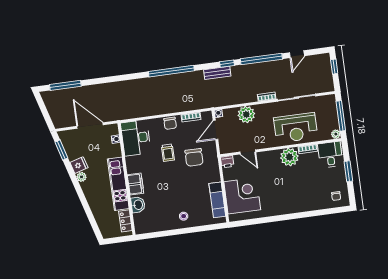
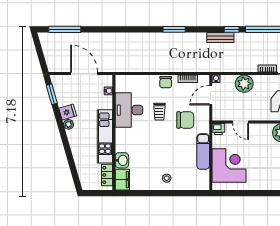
window: (171, 71) -> (174, 29), width x0.47
desk: (136, 138) -> (129, 110), moved
chair: (194, 157) -> (185, 120), turned -90
filing cabinet: (136, 184) -> (122, 180), moved
exam couch: (217, 200) -> (203, 151), moved

